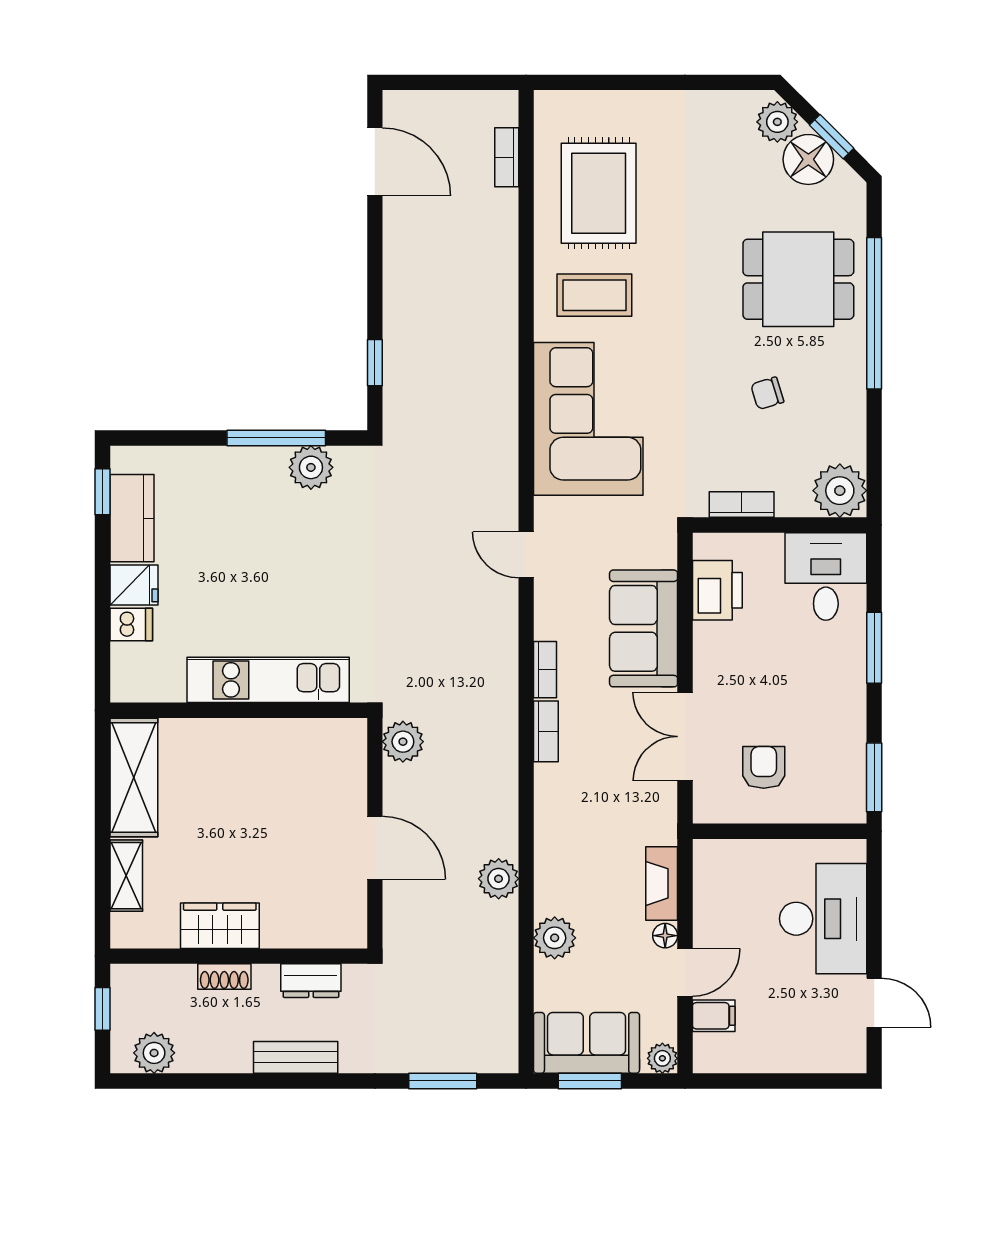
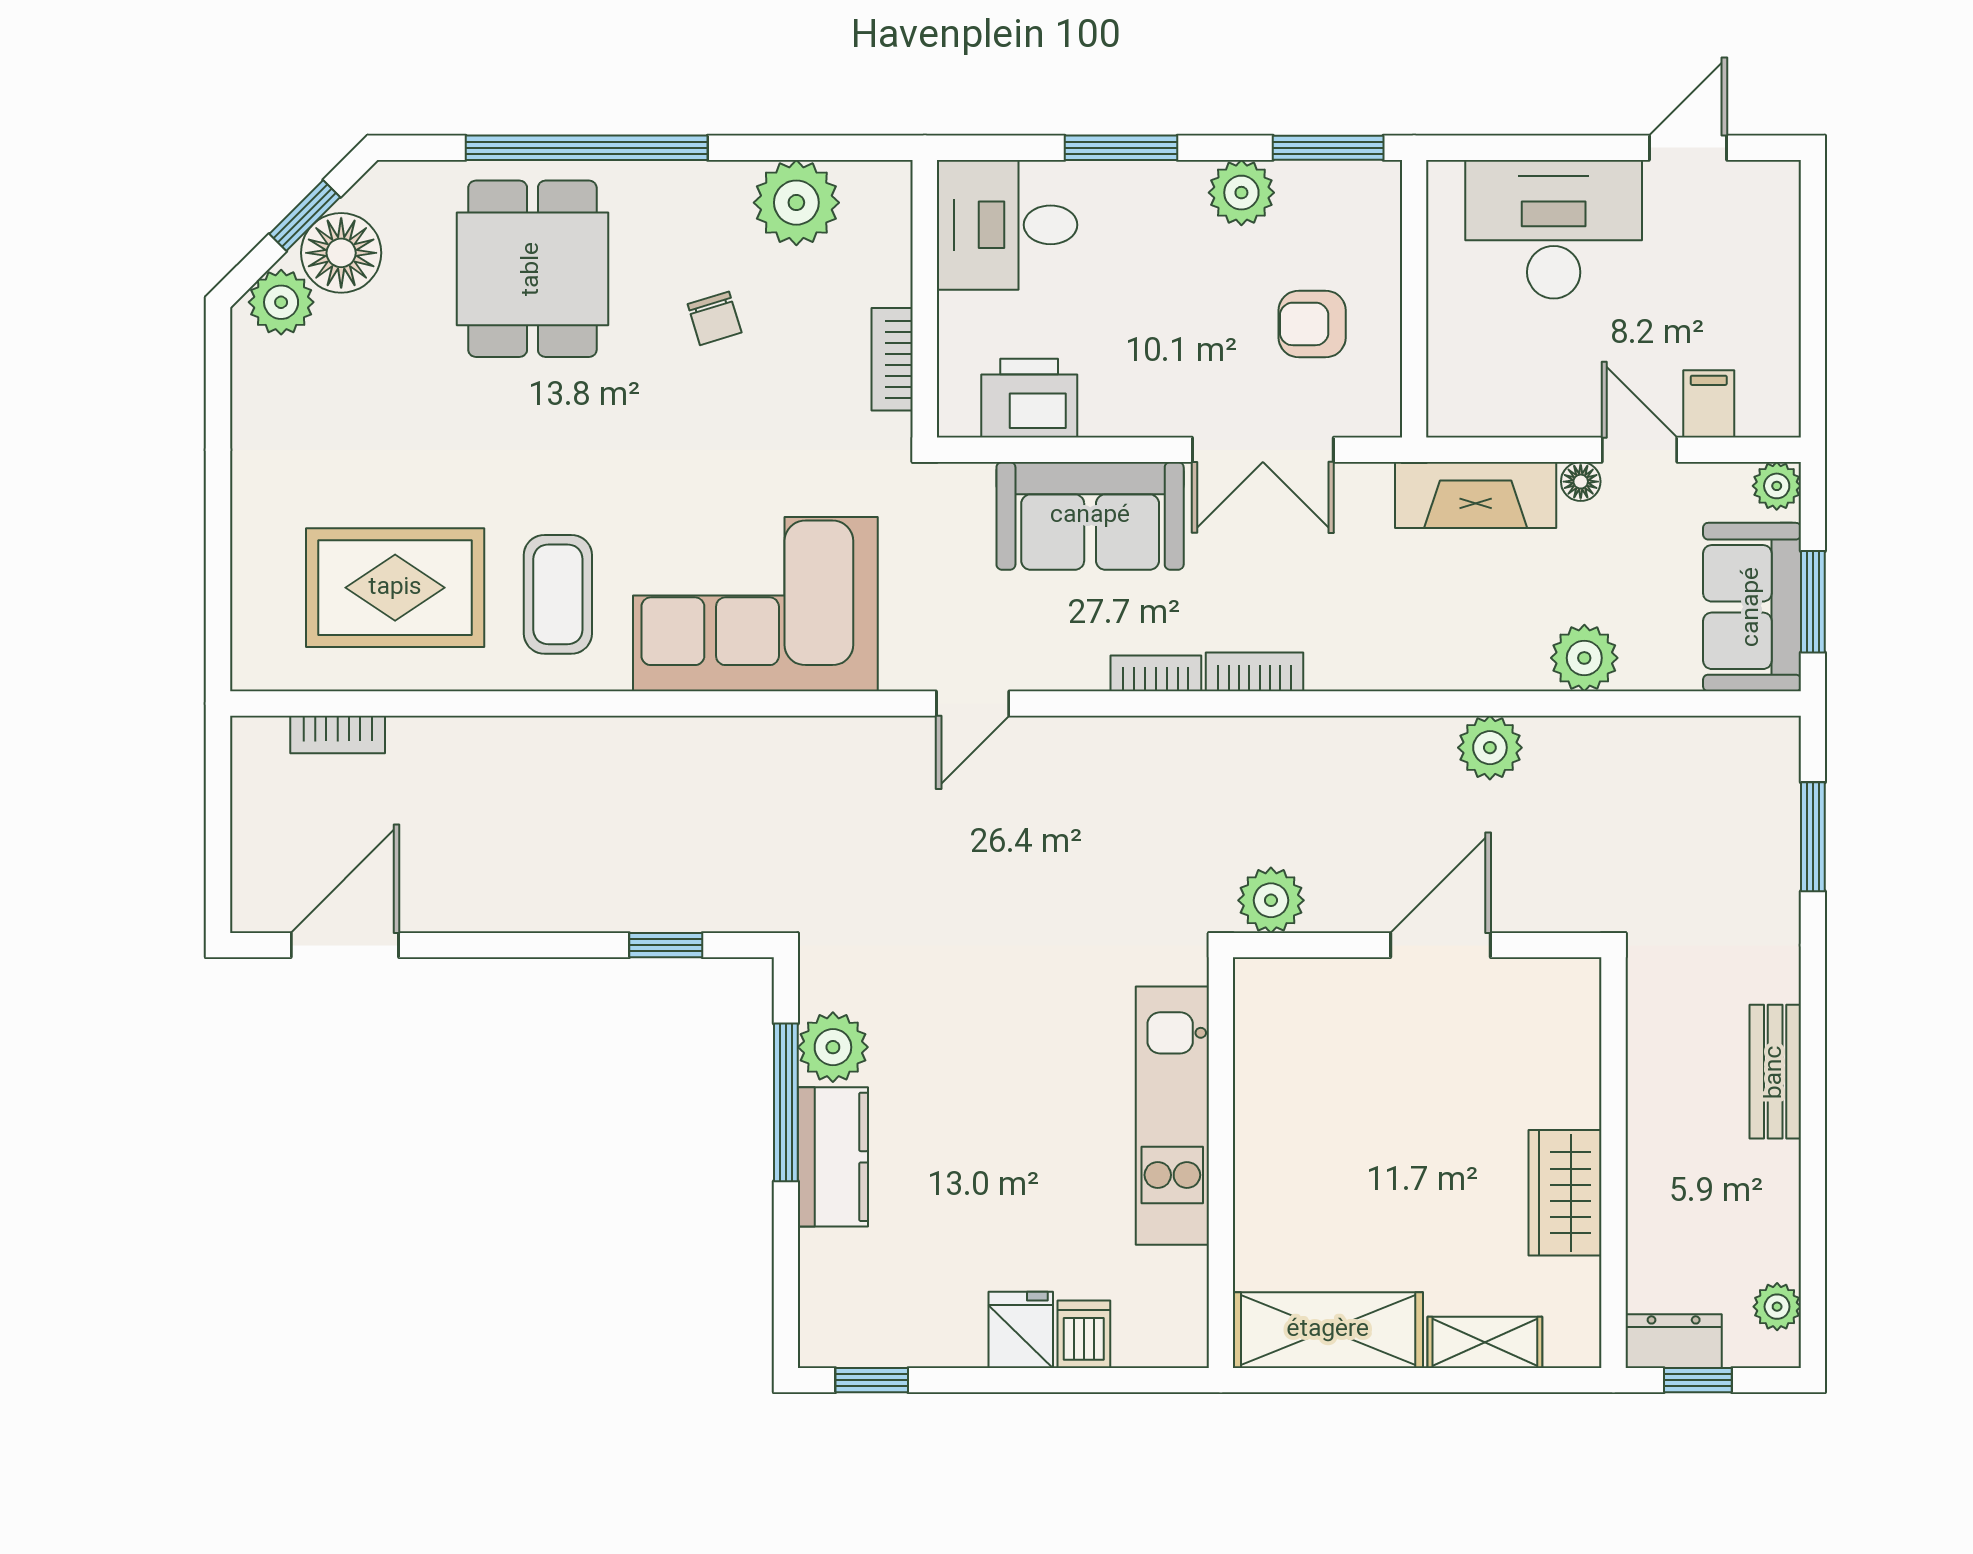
plant: (840, 491) -> (796, 203), moved
kitchen counter: (132, 518) -> (833, 1157), moved, turned 90
plant: (846, 723) -> (1241, 193), added
fireplace: (662, 883) -> (1476, 495), width x1.37, depth x1.32
shoe rack: (224, 977) -> (1646, 1186), removed
dresser: (311, 981) -> (1674, 1341), moved, turned -90
plant: (154, 1053) -> (1777, 1307), width x0.73, depth x0.73

